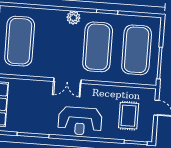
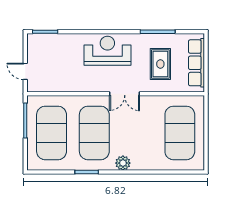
double door: (67, 81) -> (125, 94), swing flipped
rug: (129, 116) -> (160, 64), moved

